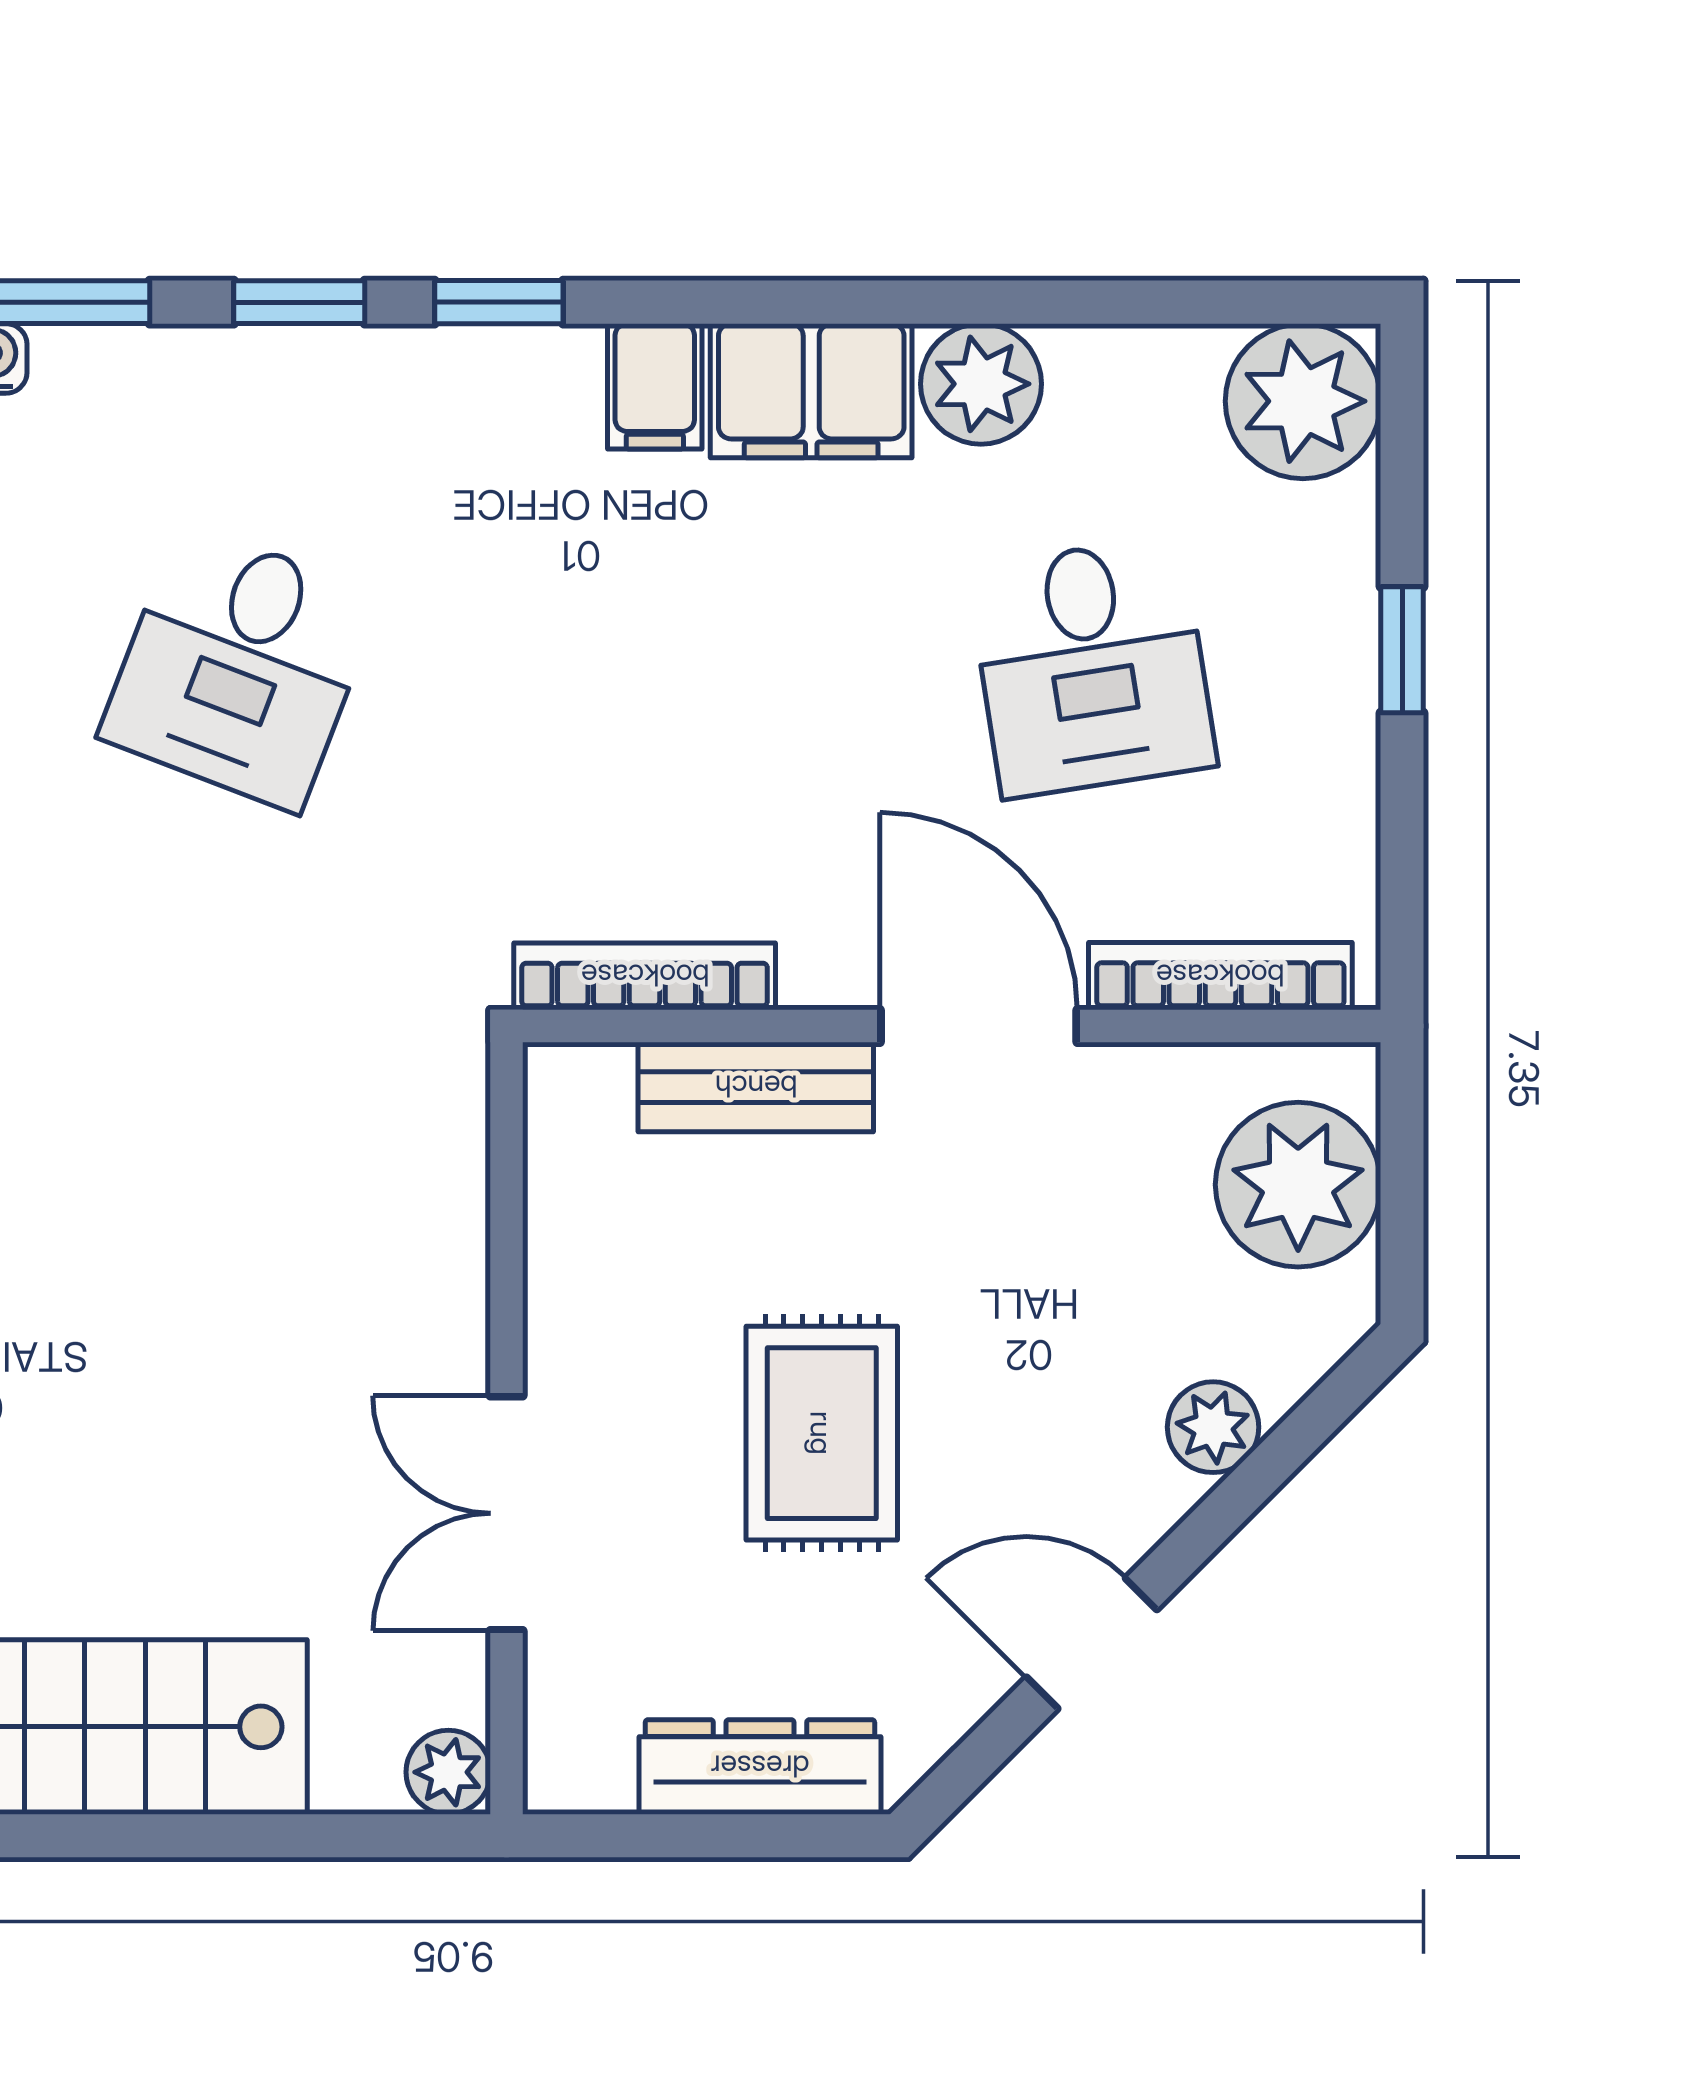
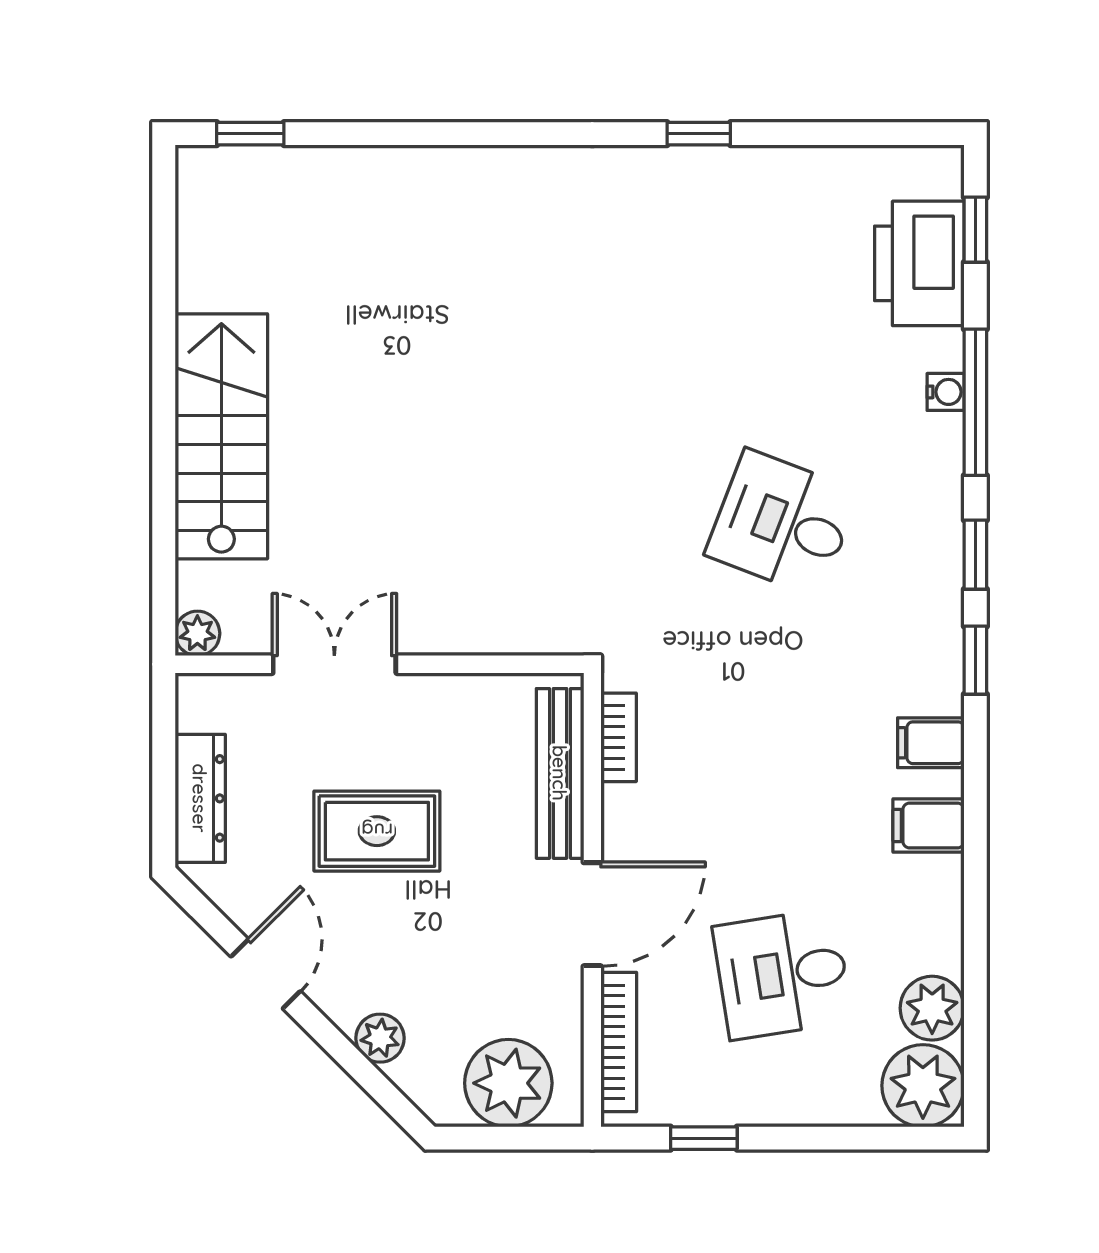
plant: (981, 384) -> (932, 1008), moved
filing cabinet: (811, 391) -> (928, 825), width x0.50
window: (1402, 650) -> (704, 1138), moved
bookcase: (645, 976) -> (619, 737), width x0.64
bench: (756, 1087) -> (560, 773), width x1.36

